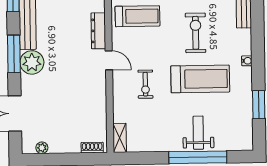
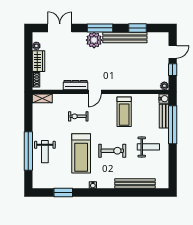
dresser: (98, 31) -> (76, 85), moved
weight bench: (198, 133) -> (45, 152), turned 90
wardrobe: (64, 144) -> (38, 61), added

